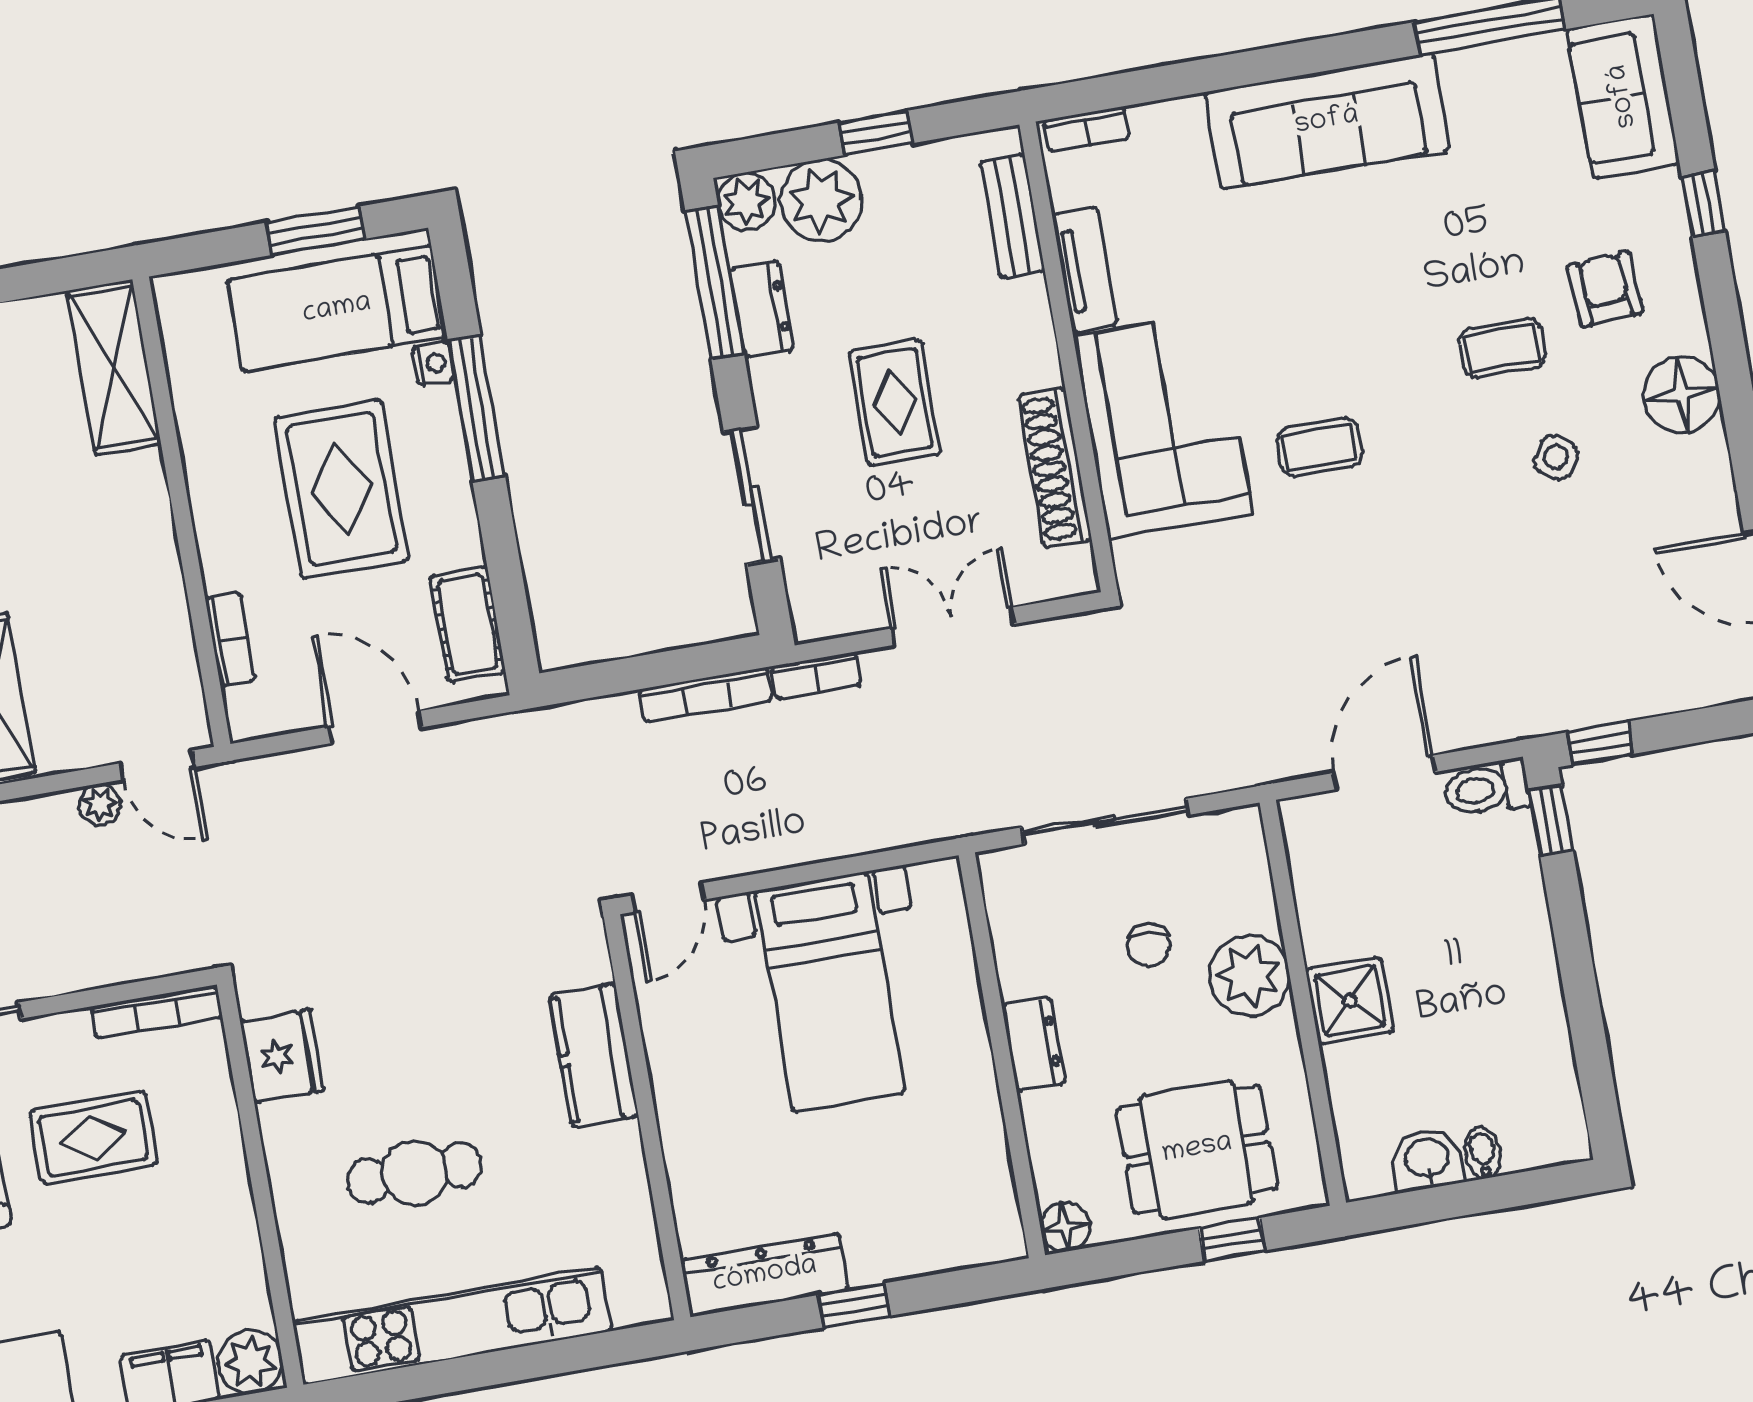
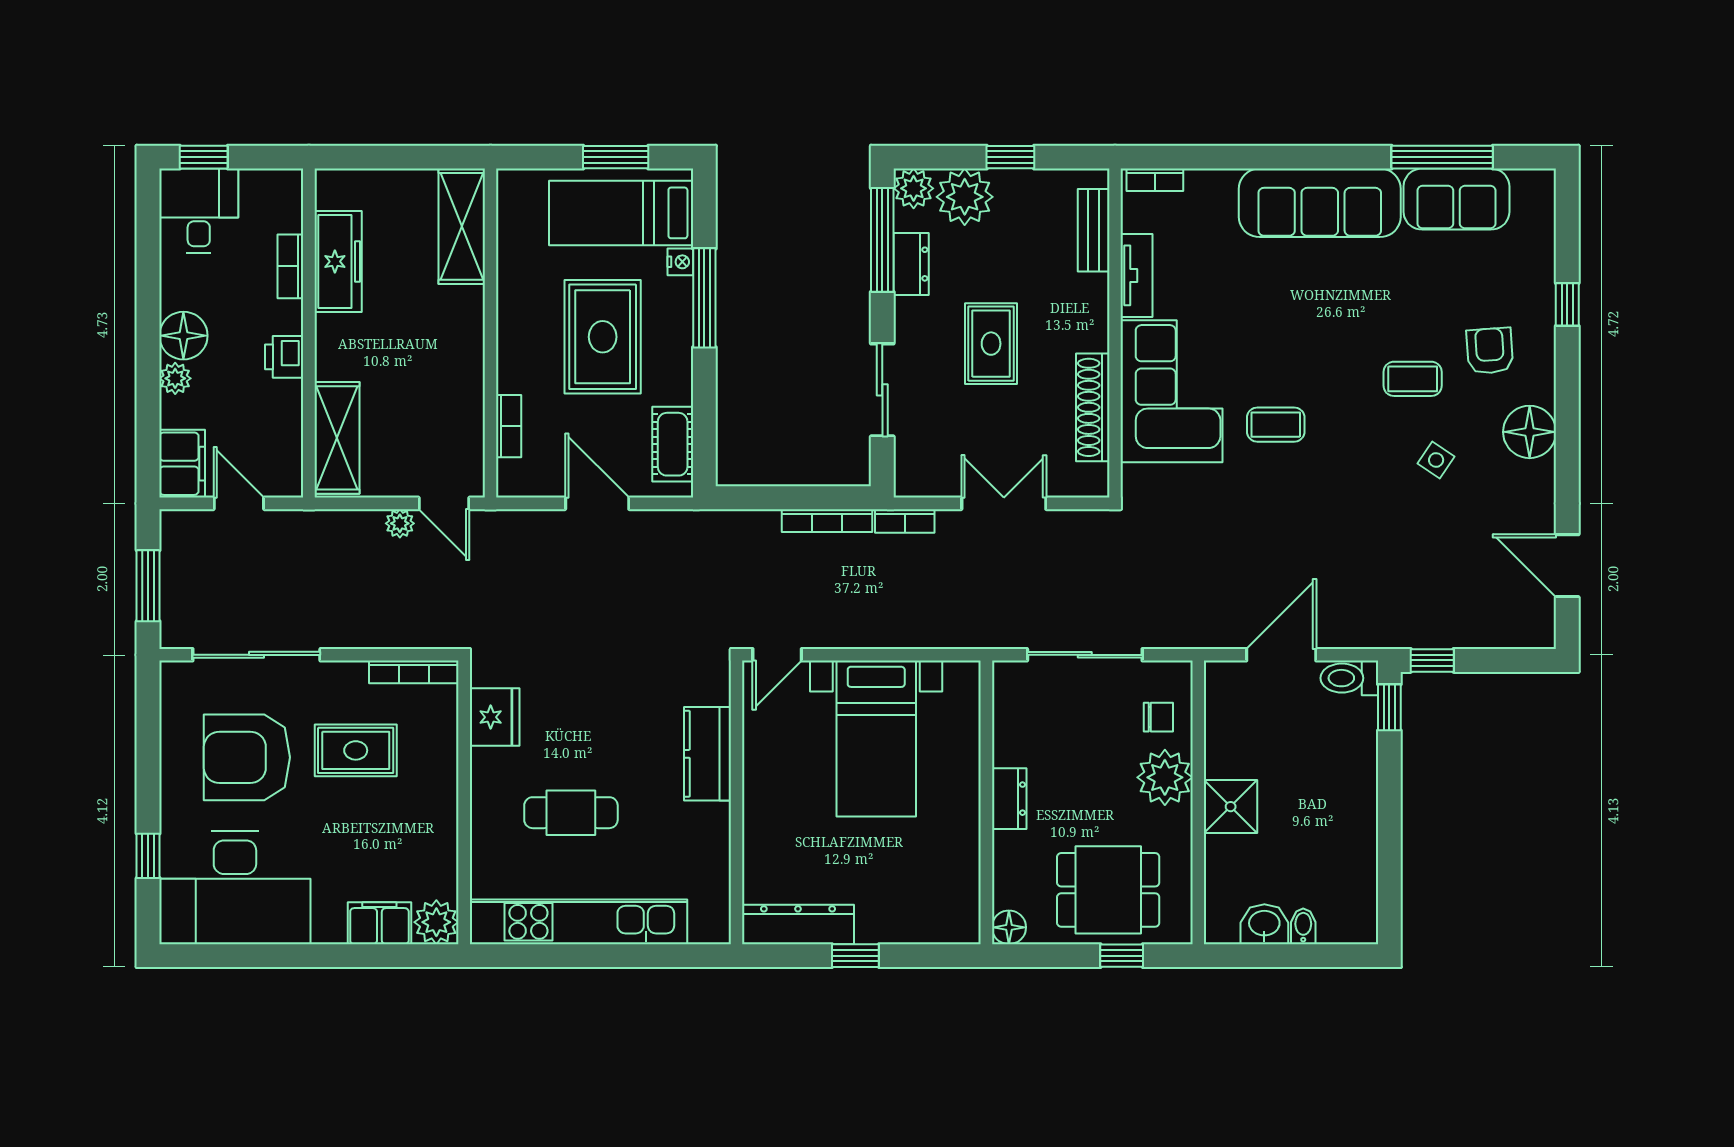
sofa: (1623, 96) -> (1456, 199), moved, turned -90
chair: (1148, 945) -> (1158, 717), moved, turned -101

